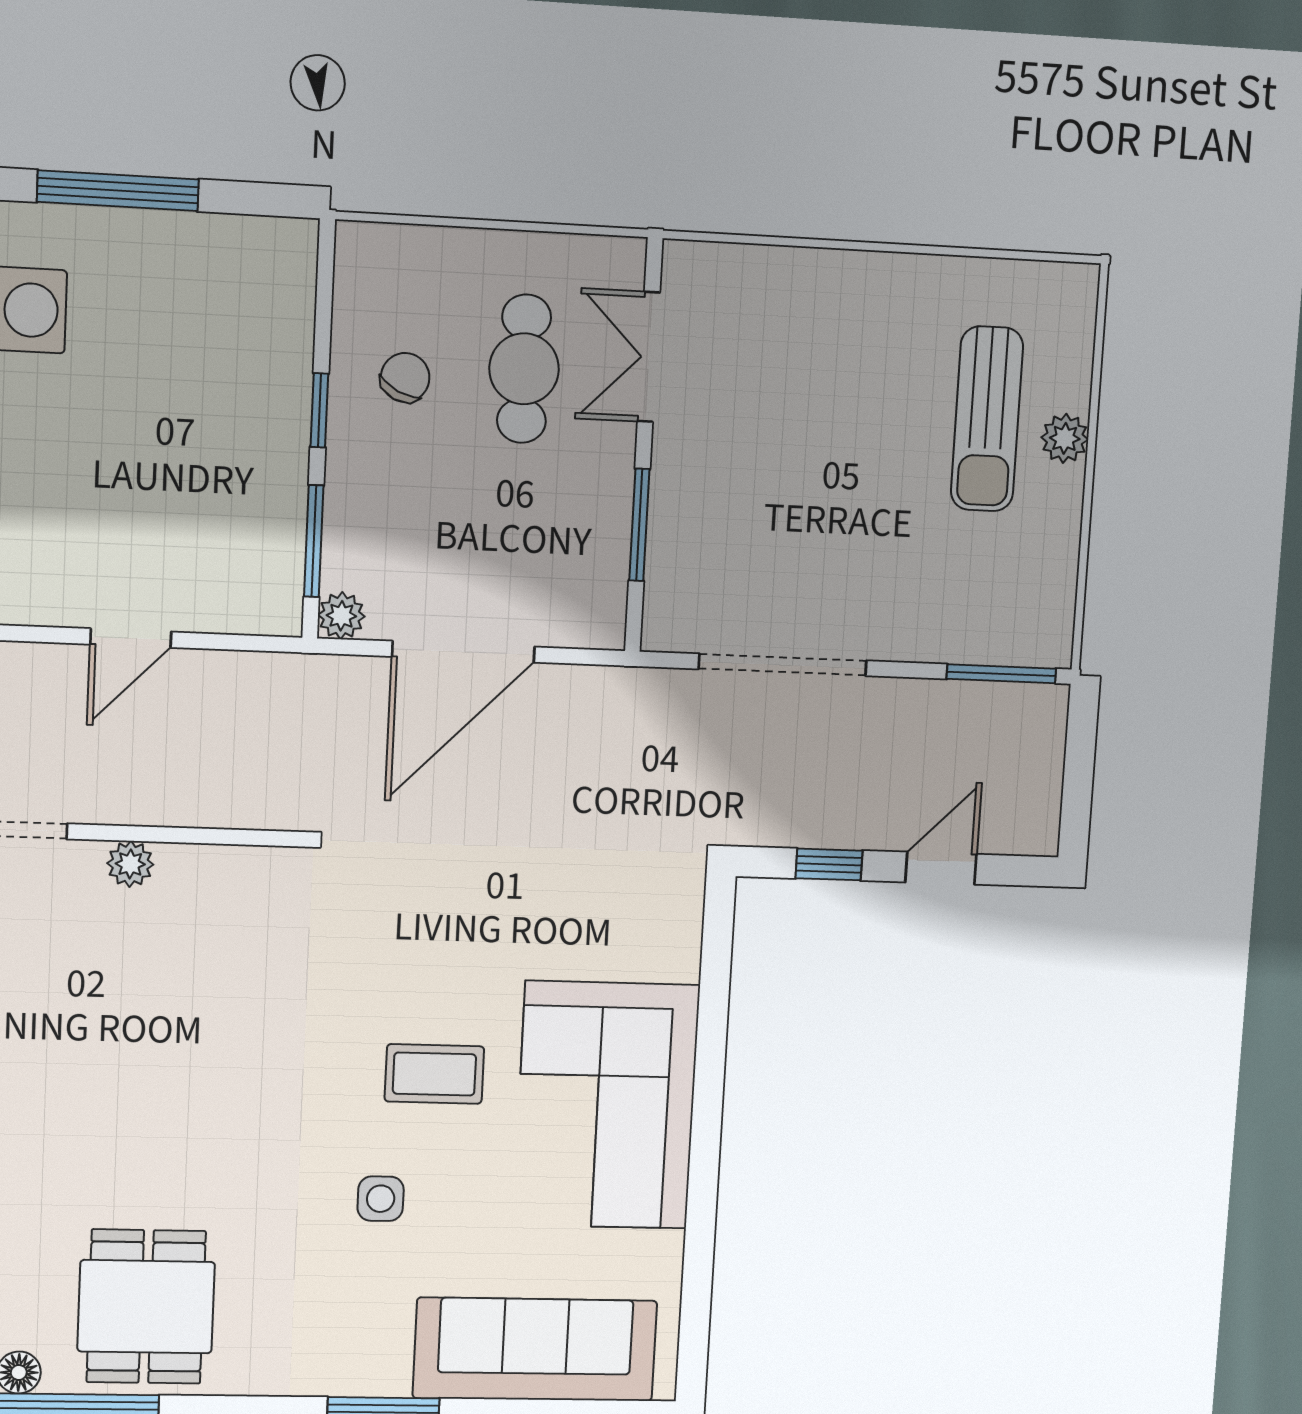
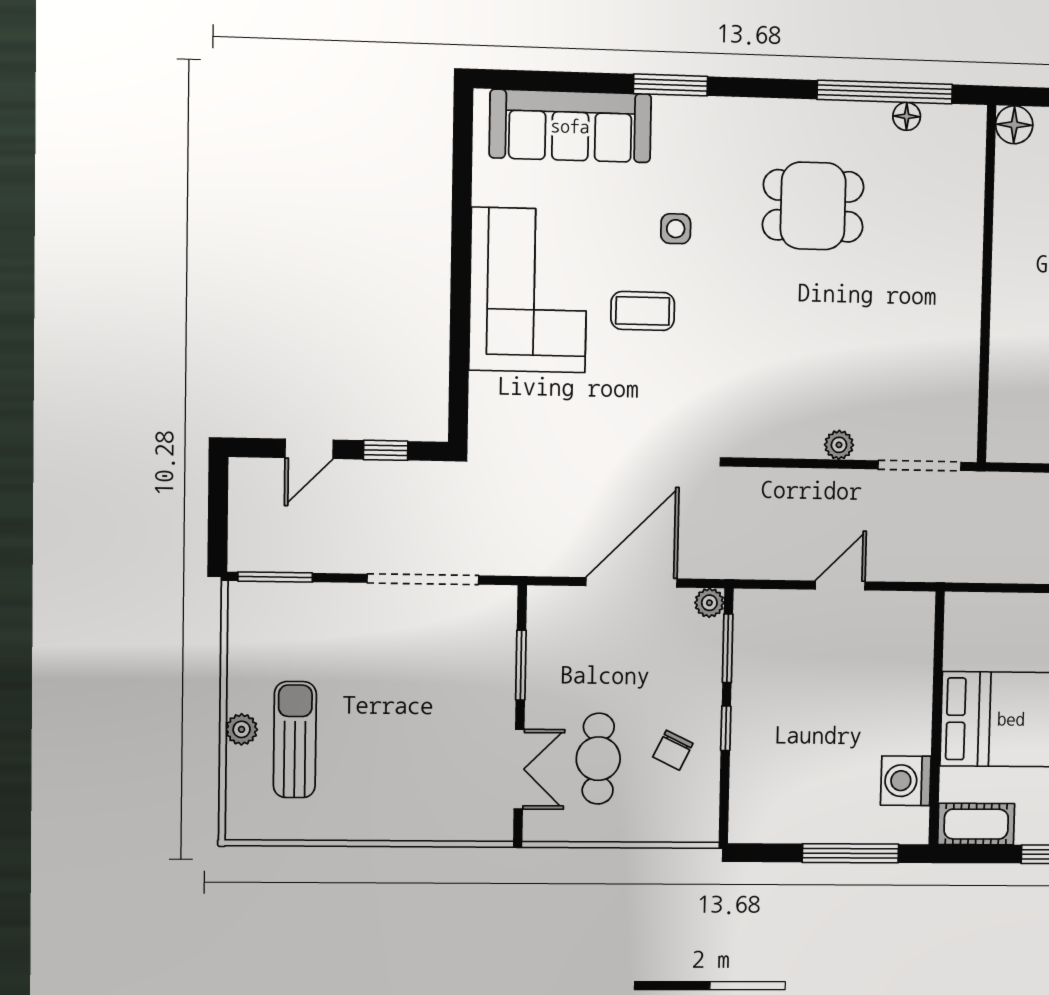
dining table: (146, 1307) -> (813, 206), moved, turned 90

